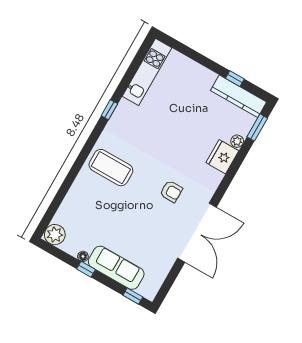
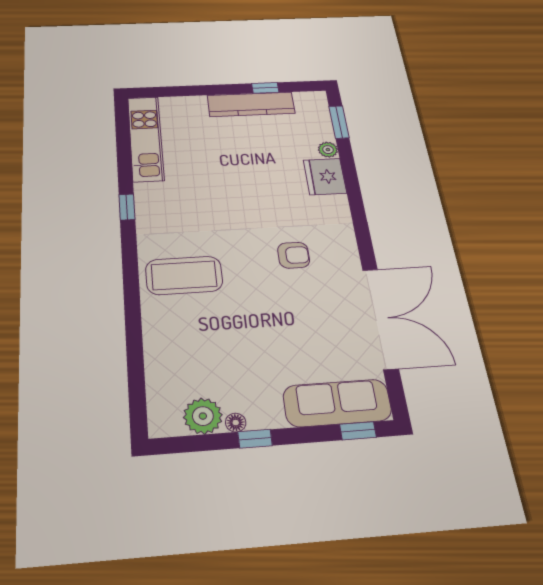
kitchen counter: (239, 96) -> (251, 104), moved
double door: (197, 233) -> (380, 318), moved
plant: (55, 235) -> (203, 416), moved
sofa: (116, 268) -> (337, 403), moved

